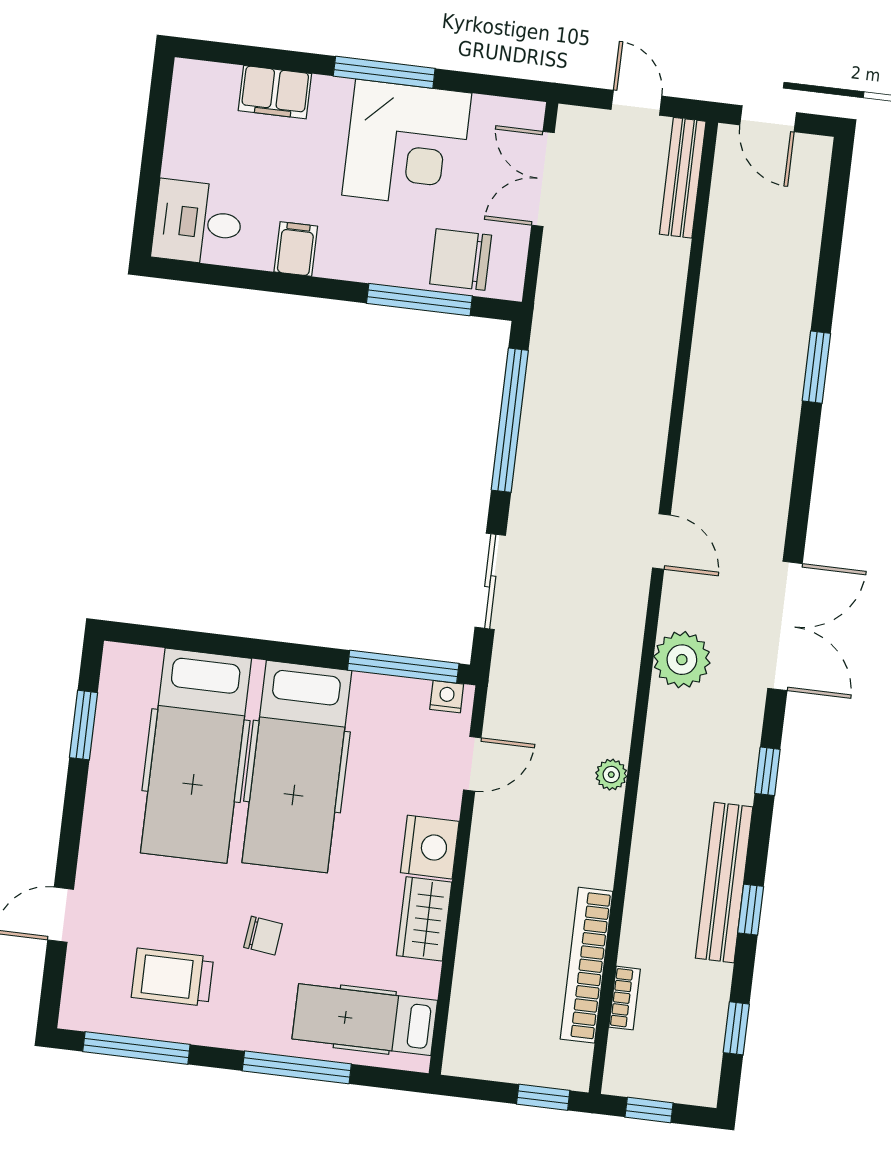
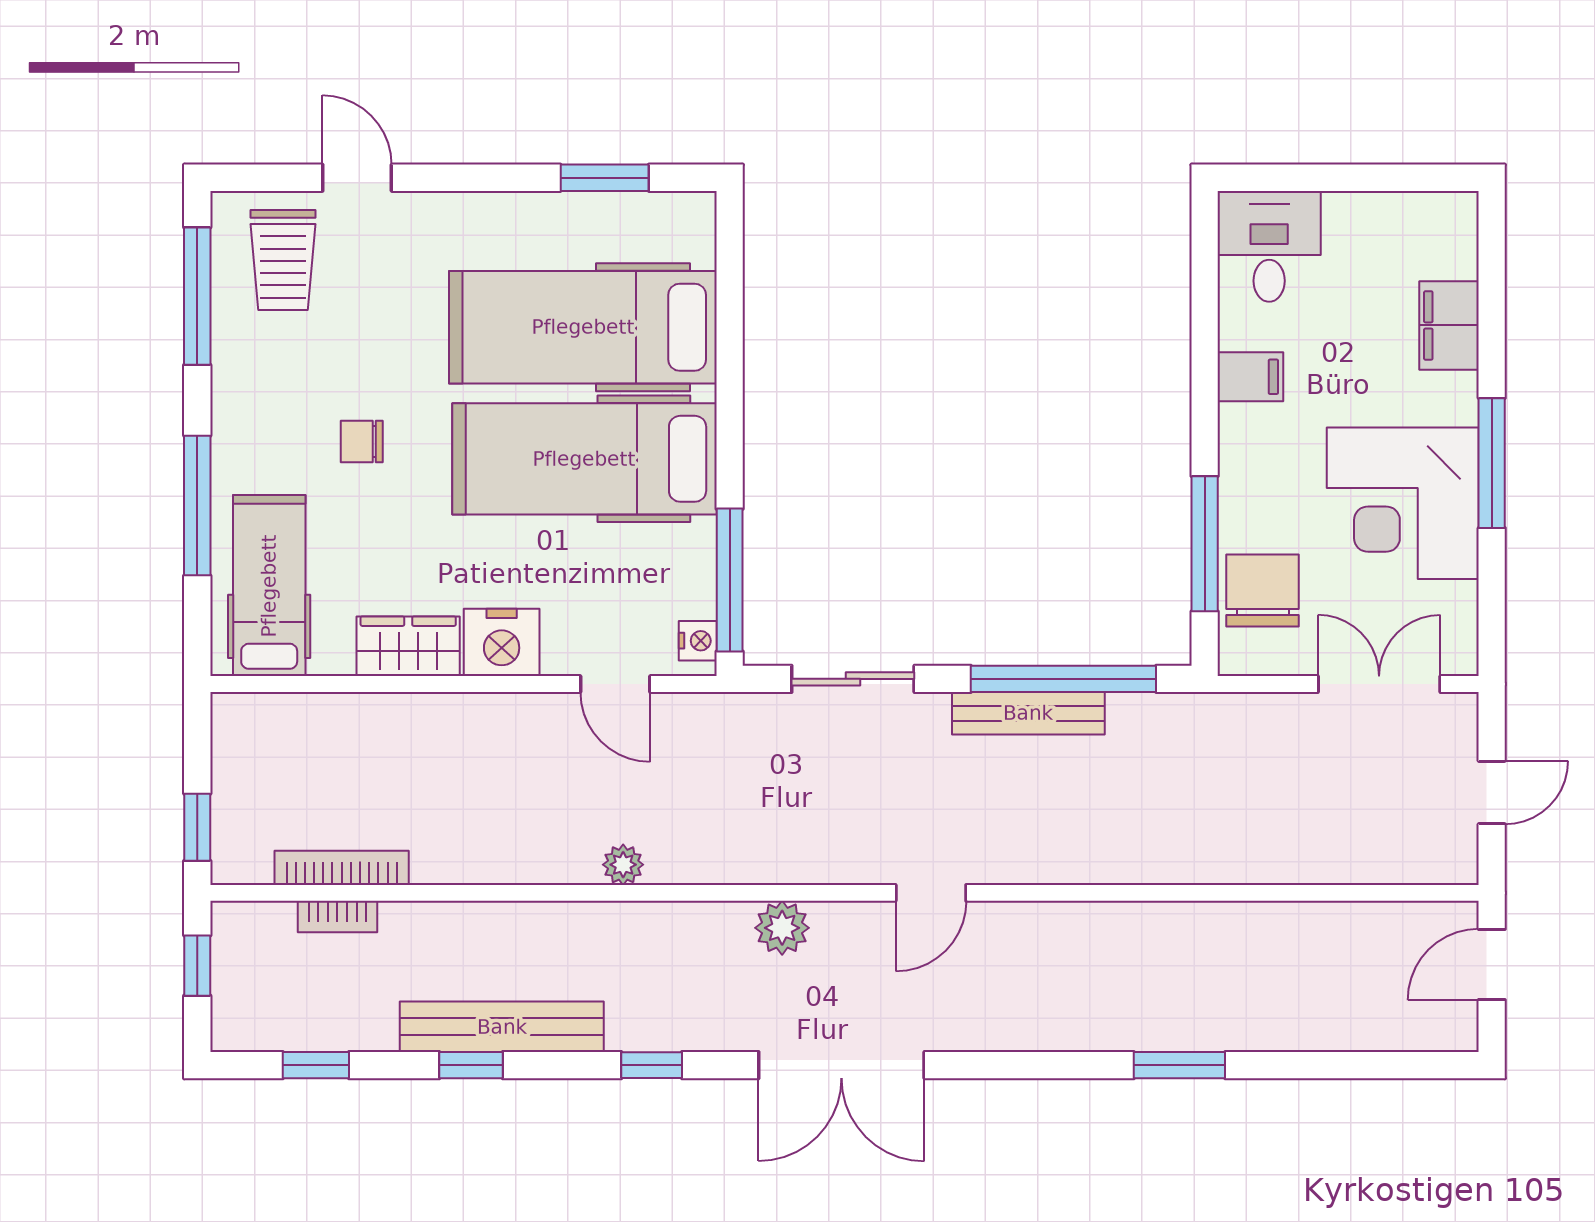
bench: (683, 178) -> (1028, 713), moved
plant: (682, 660) -> (782, 928), width x0.73, depth x0.73
chair: (263, 936) -> (362, 441), turned 83
bookcase: (587, 965) -> (342, 868), width x0.68, depth x0.76
trolley: (172, 977) -> (283, 260), moved, turned 180

